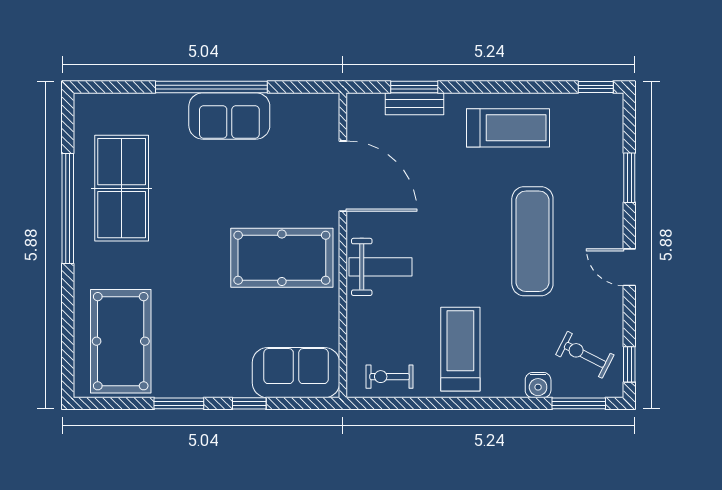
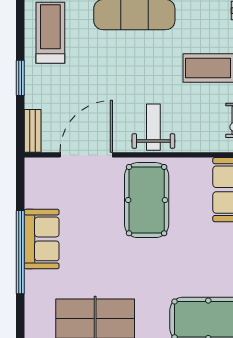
window: (414, 87) -> (20, 78), moved
bench: (414, 104) -> (33, 131), moved

